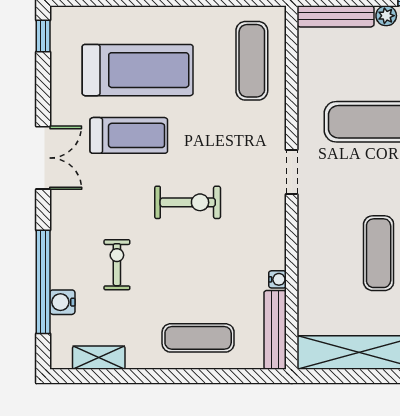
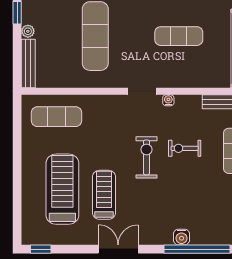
doorway: (292, 172) -> (142, 91), moved
exercise bike: (117, 265) -> (185, 148), moved
water cooler: (278, 279) -> (168, 100), moved
water cooler: (62, 302) -> (181, 237), moved

